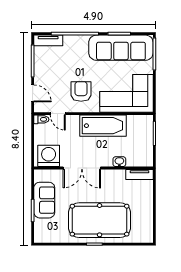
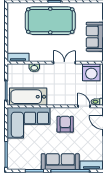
sofa: (121, 48) -> (60, 162), moved, width x0.74, depth x0.79
armchair: (81, 91) -> (65, 124), turned 180
bathtub: (103, 126) -> (28, 97), moved
double door: (82, 168) -> (64, 63), width x0.73

